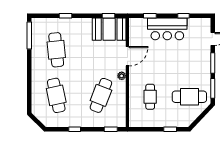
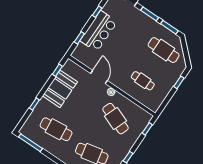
booth: (109, 29) -> (60, 89), moved
cafe table: (189, 97) -> (164, 50), turned 90

